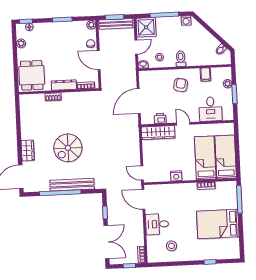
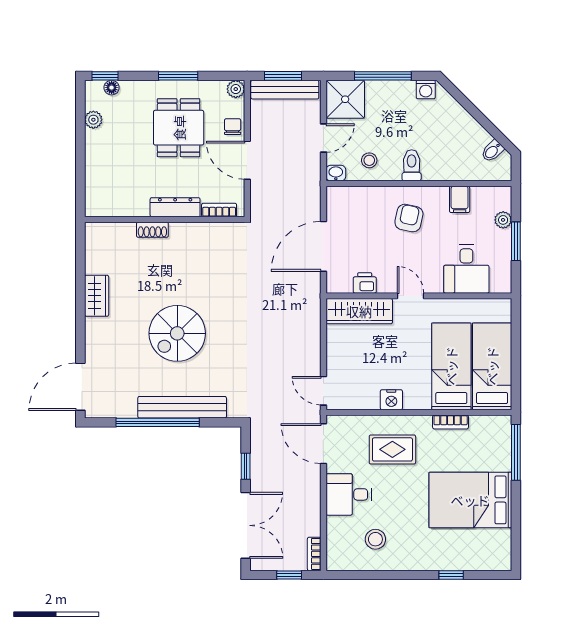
dining table: (32, 75) -> (179, 128), moved
wardrobe: (28, 150) -> (97, 296), moved
rug: (178, 201) -> (392, 449), added

